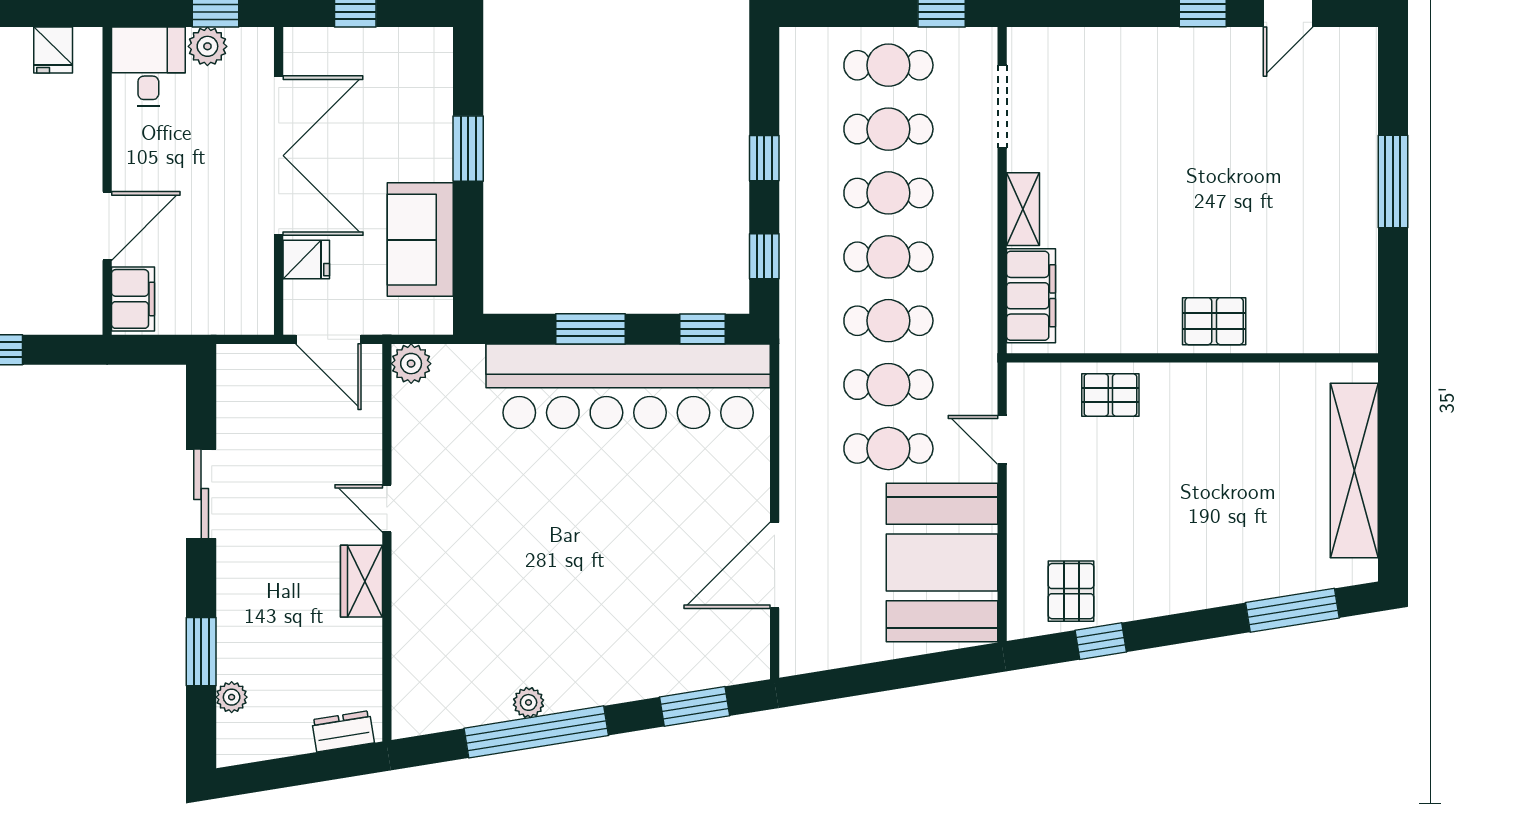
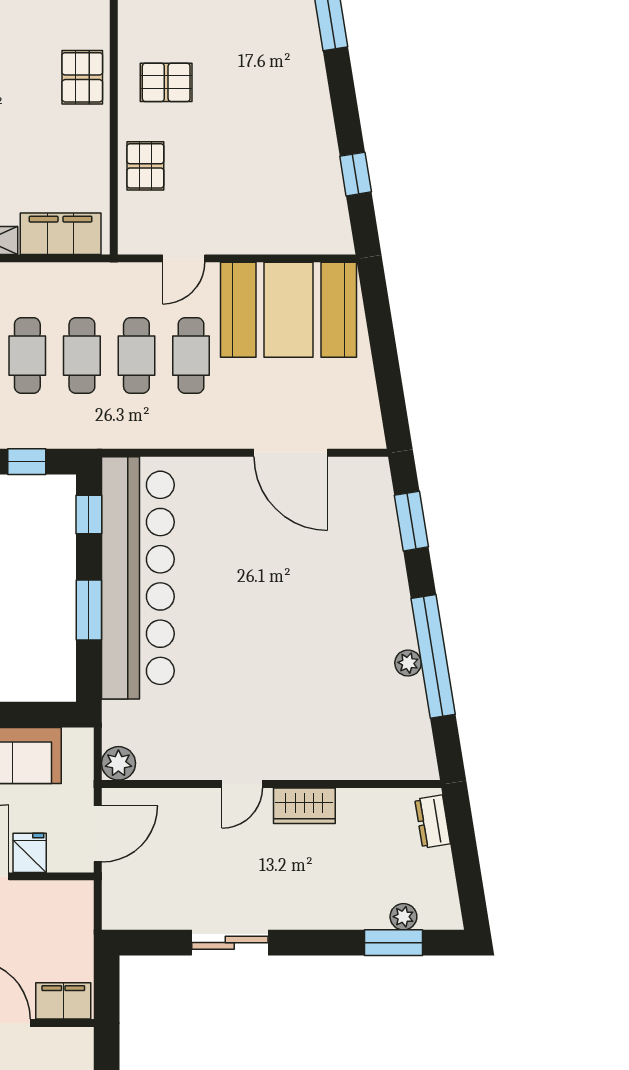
pallet: (1071, 591) -> (166, 82), moved
window: (201, 652) -> (393, 943), moved

